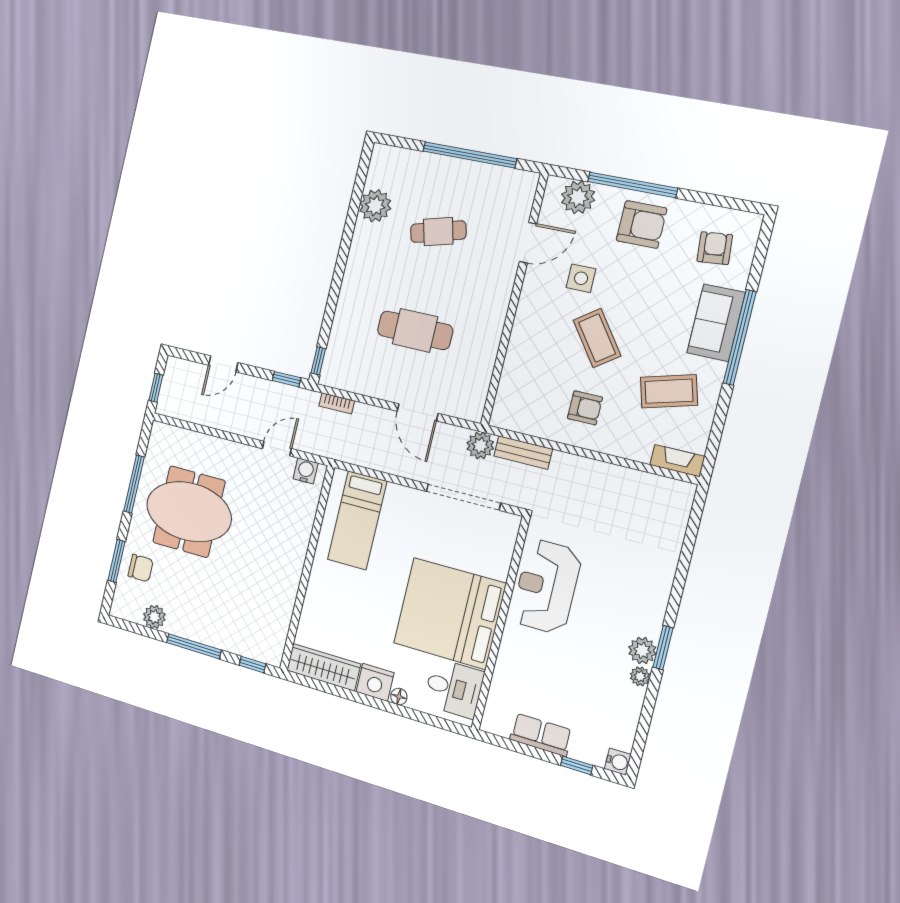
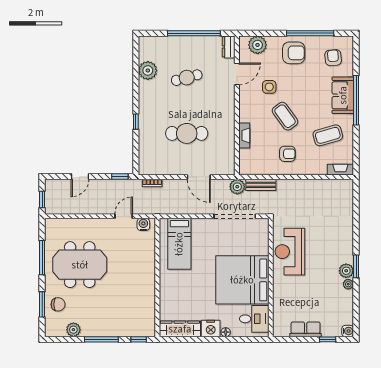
window: (632, 185) -> (310, 33), moved
dresser: (525, 191) -> (229, 47), added
fireplace: (515, 357) -> (244, 135), added
window: (318, 361) -> (136, 122), moved

